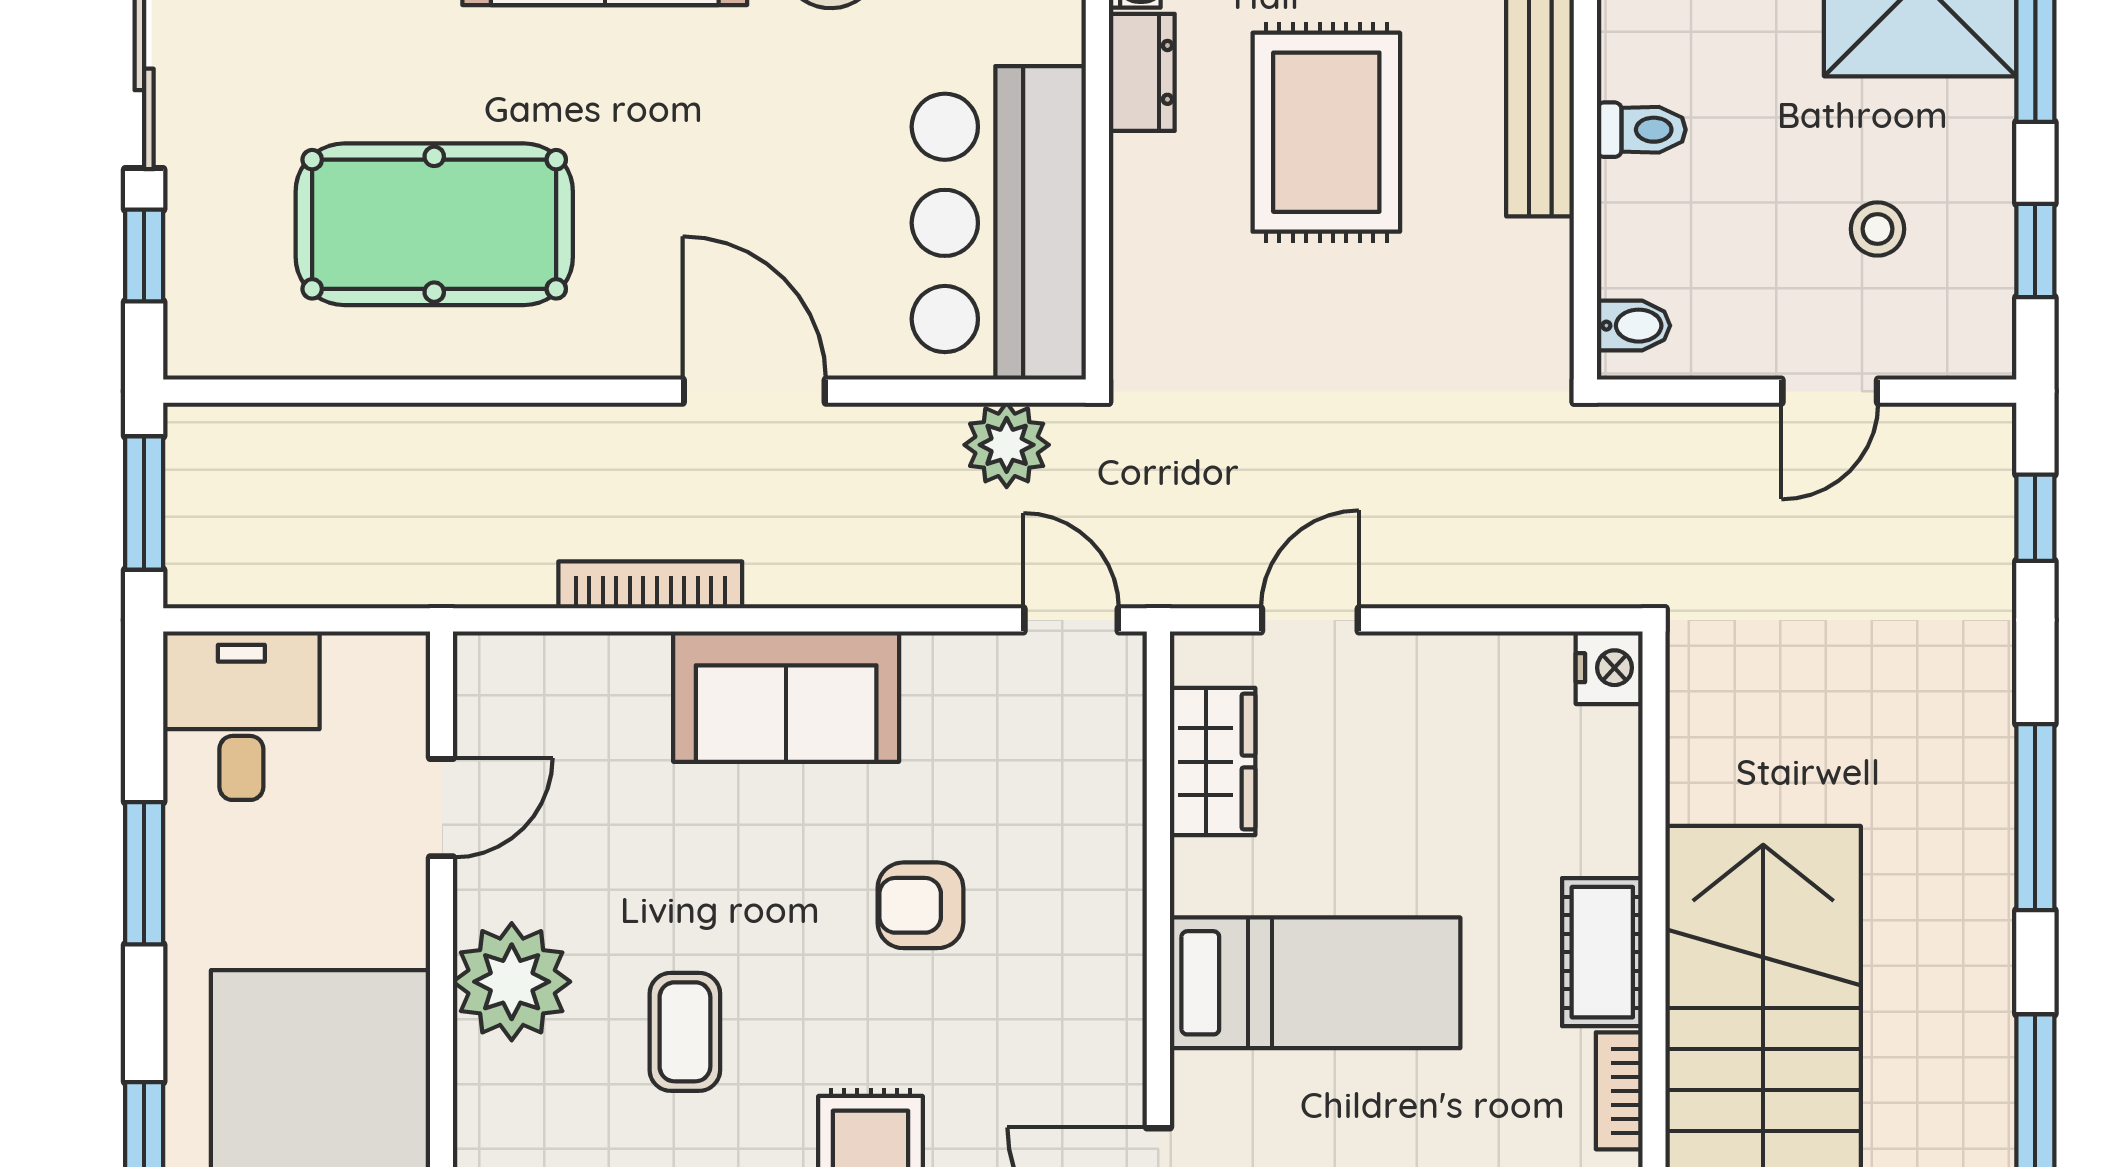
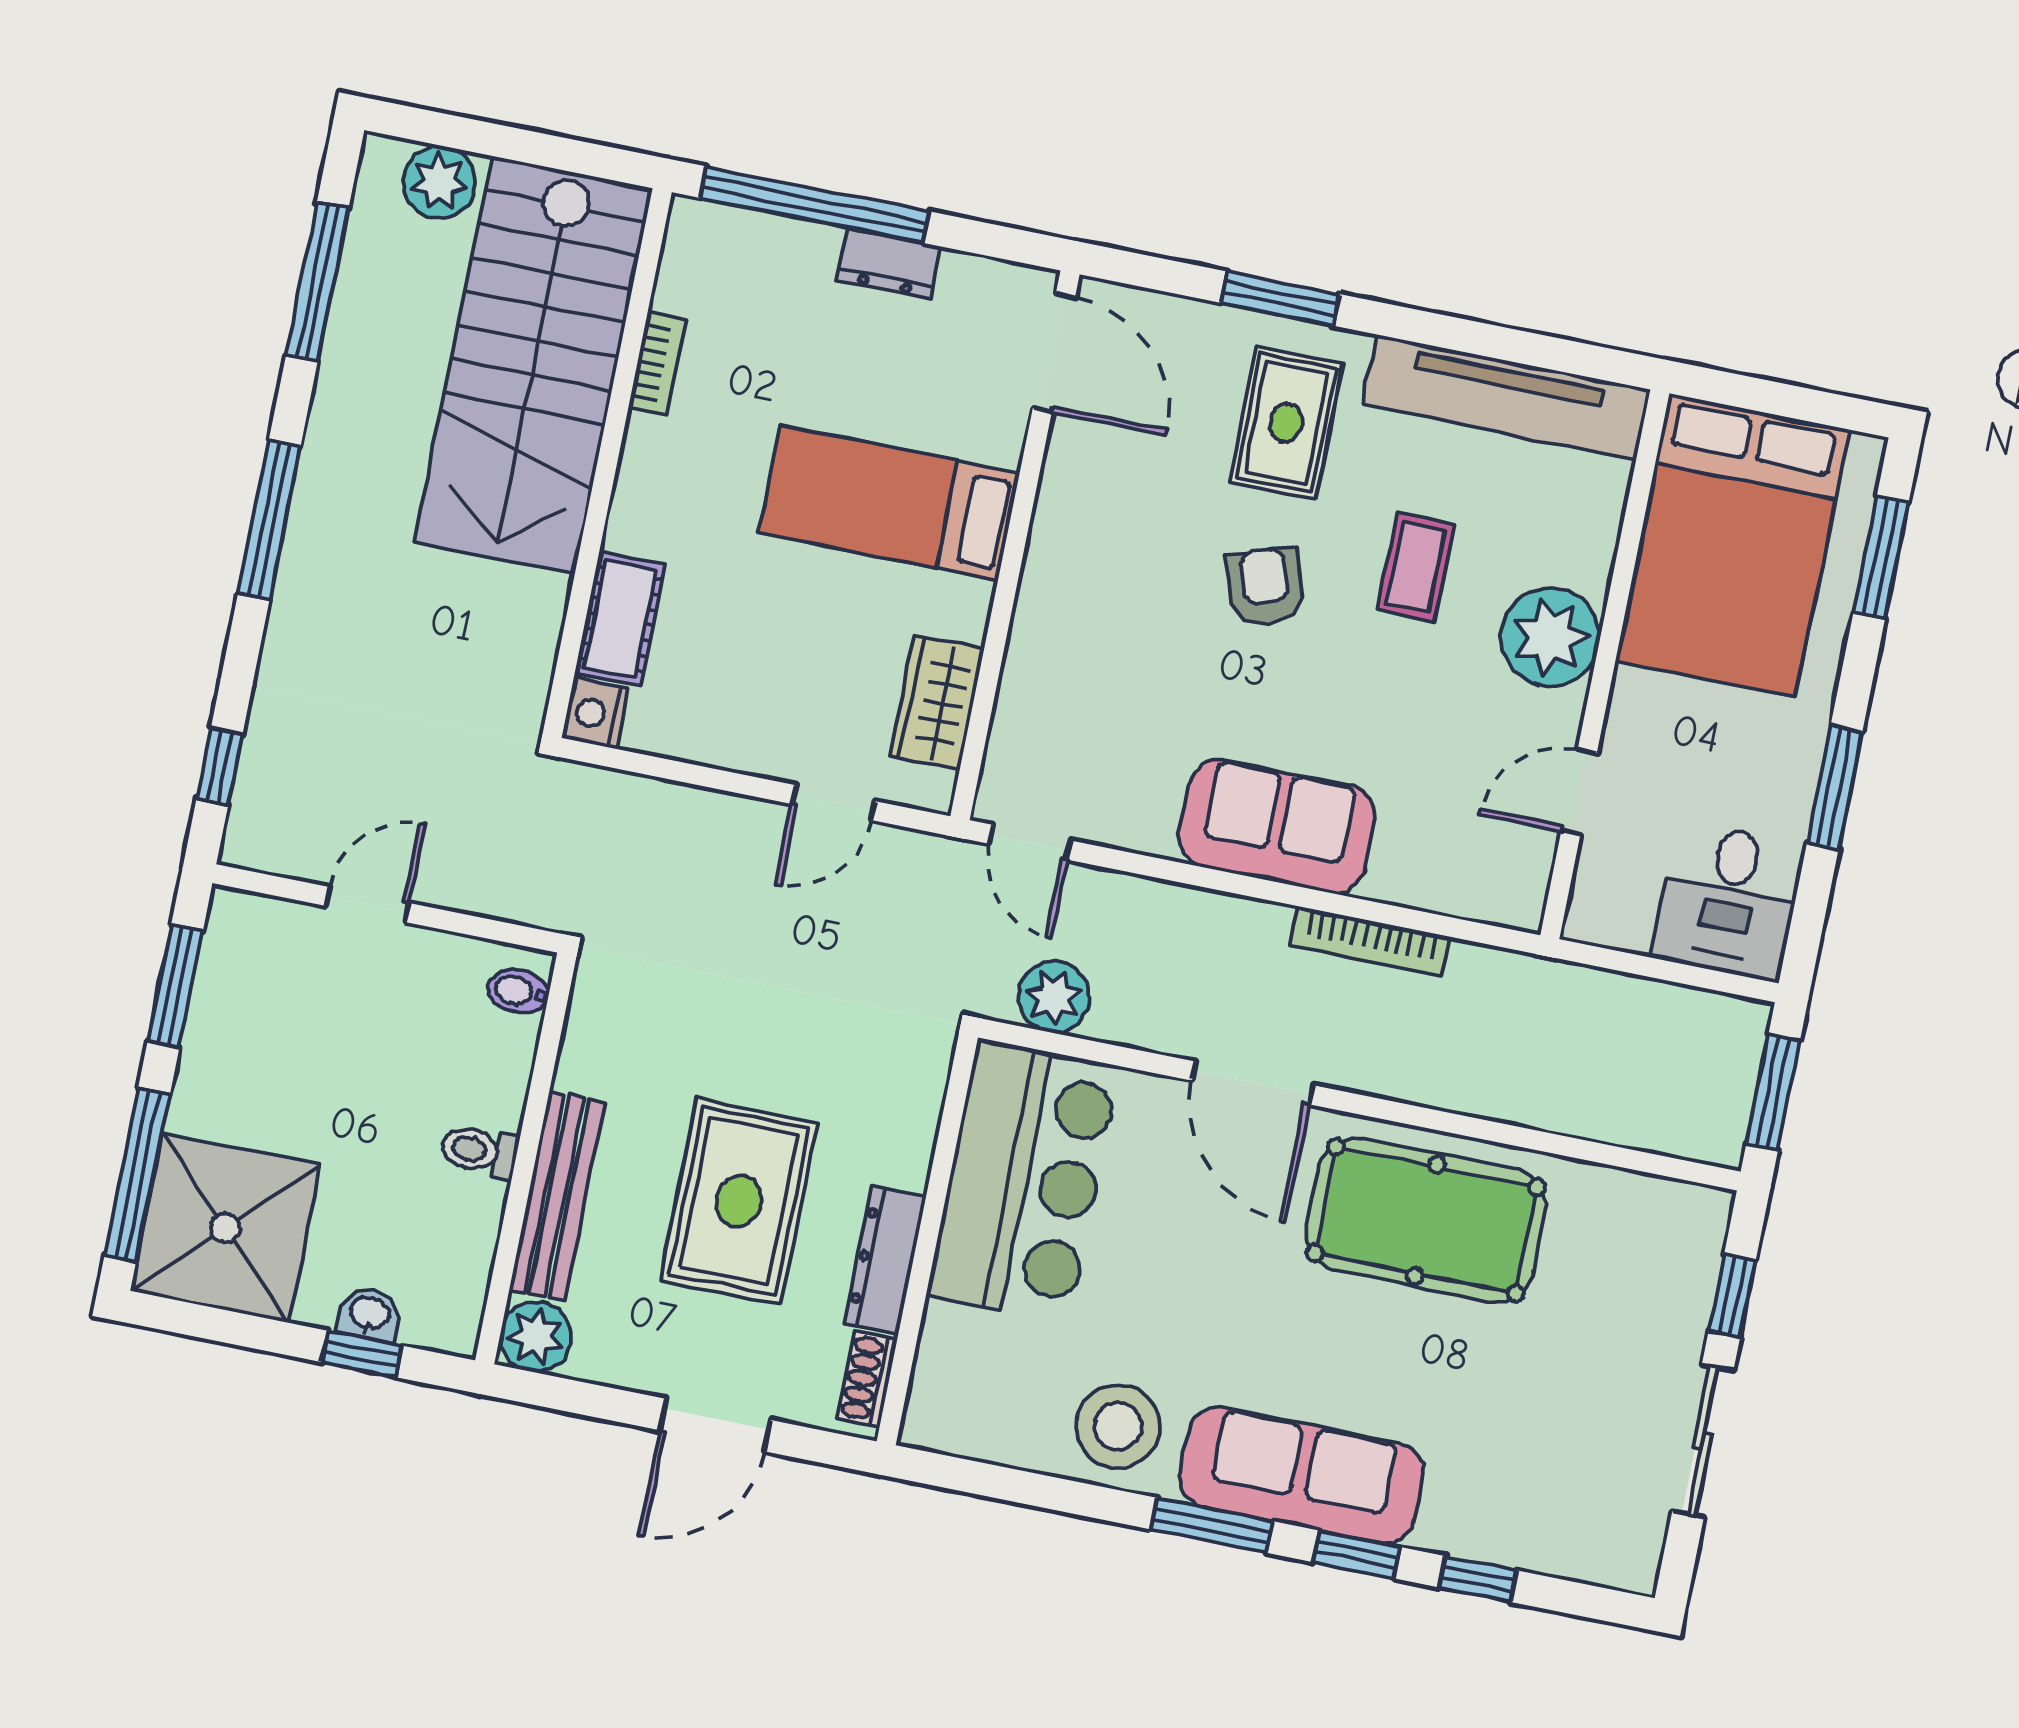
dresser: (1142, 72) -> (885, 1260), width x1.44
pool table: (434, 224) -> (1426, 1220), moved
stool: (1877, 229) -> (302, 1030), removed
window: (2035, 250) -> (175, 986), width x1.50
armchair: (920, 905) -> (1265, 587), moved, turned -108
cot: (1602, 952) -> (620, 619), moved

